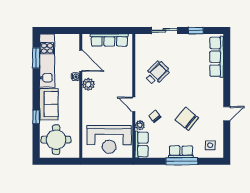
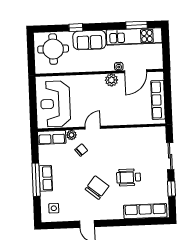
wheelchair: (157, 73) -> (129, 177), moved, turned 135
chair: (187, 119) -> (97, 188), moved

